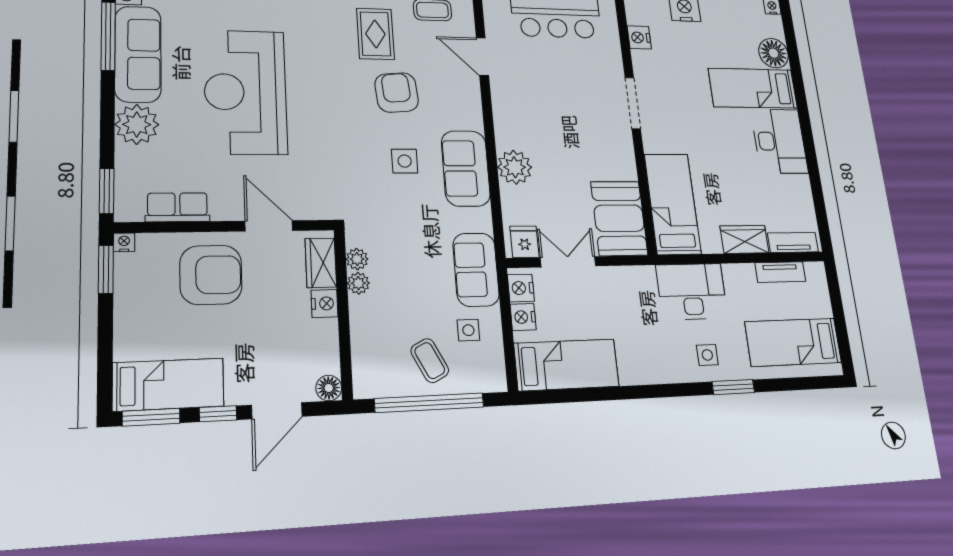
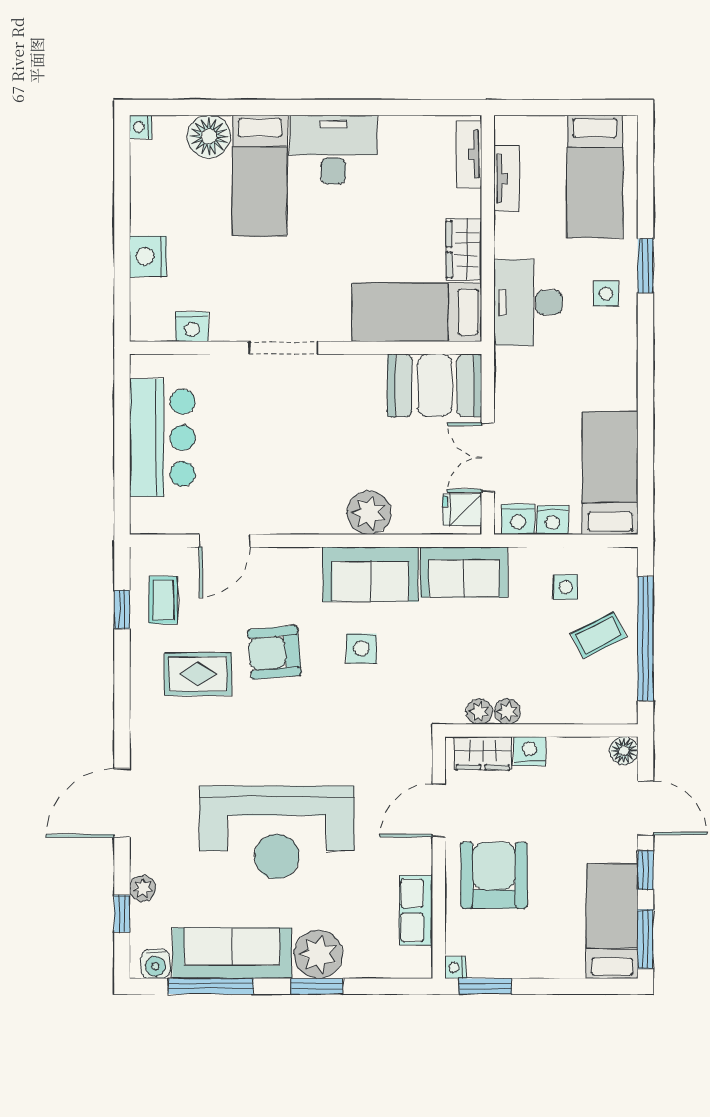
window: (107, 191) -> (317, 986), moved
wardrobe: (744, 239) -> (464, 250), moved
sofa: (476, 270) -> (464, 572), moved

